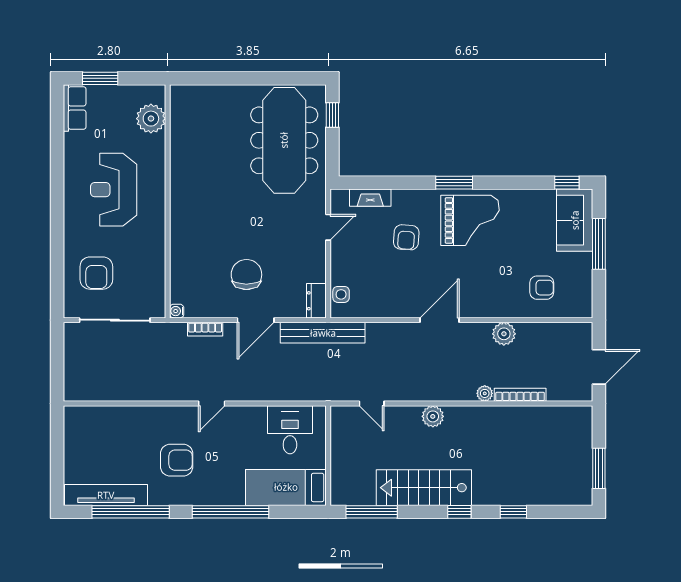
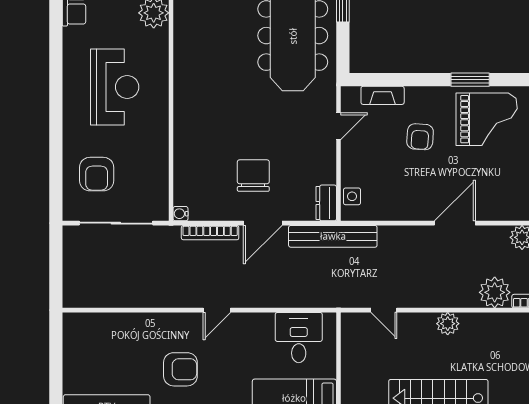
reception desk: (114, 190) -> (115, 87), turned 180
bookcase: (205, 329) -> (210, 233), width x1.56
plant: (485, 393) -> (495, 292), width x1.88, depth x1.88

